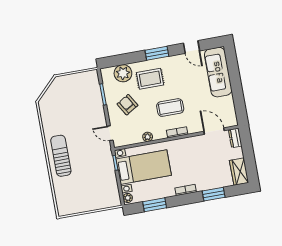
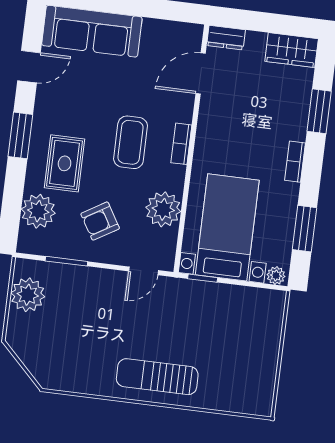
plant: (81, 81) -> (28, 295), added
plant: (148, 137) -> (163, 209), width x1.88, depth x1.88

